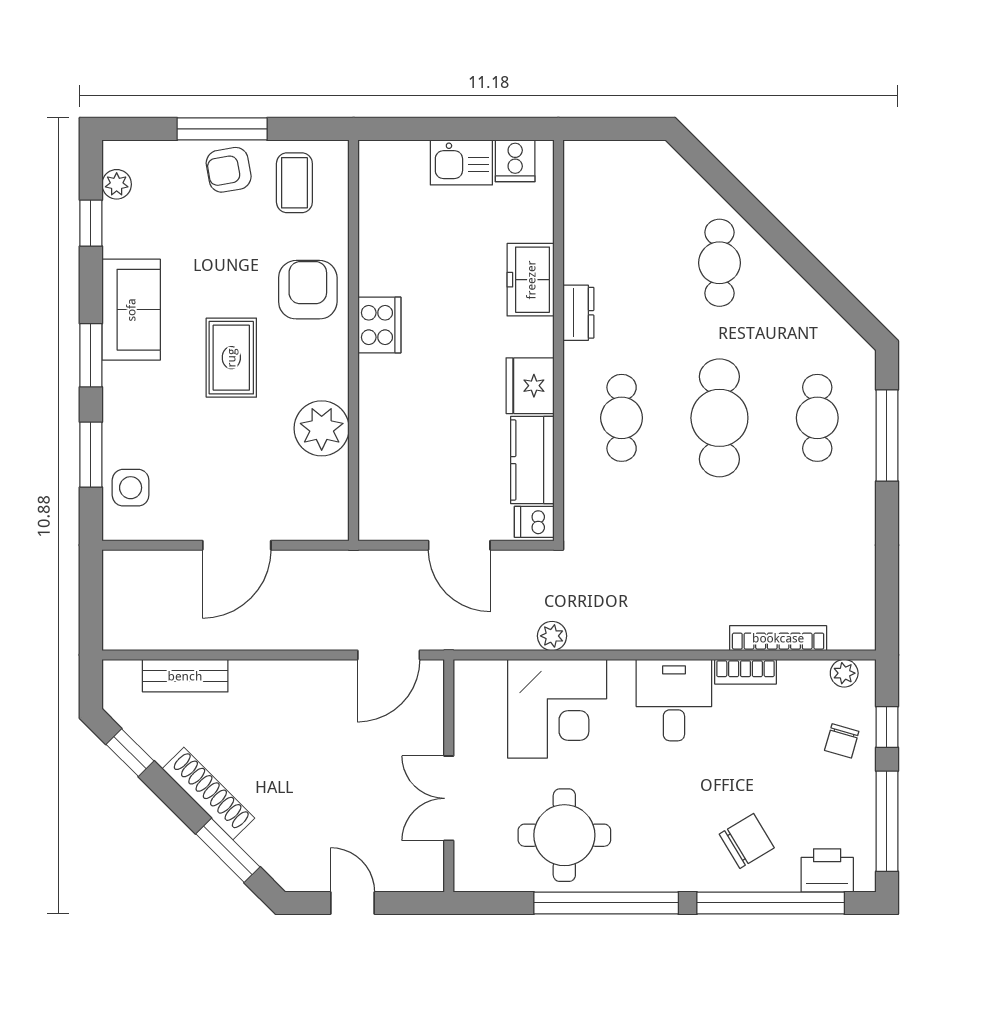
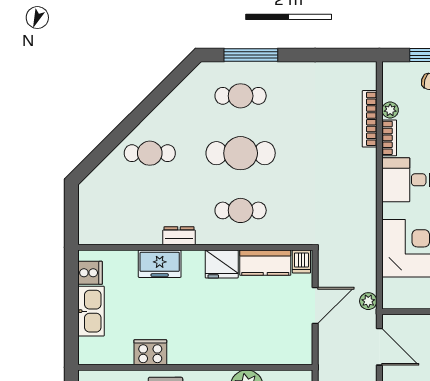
kitchen sink: (461, 162) -> (91, 311), width x1.38
cooker: (379, 325) -> (150, 352), moved
plant: (552, 636) -> (368, 301), moved
plant: (844, 673) -> (390, 110), moved

